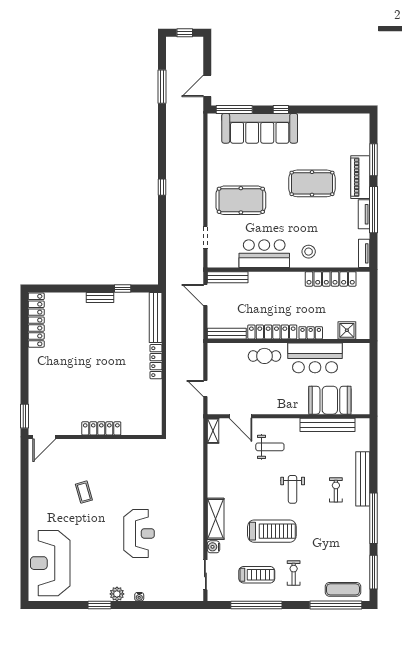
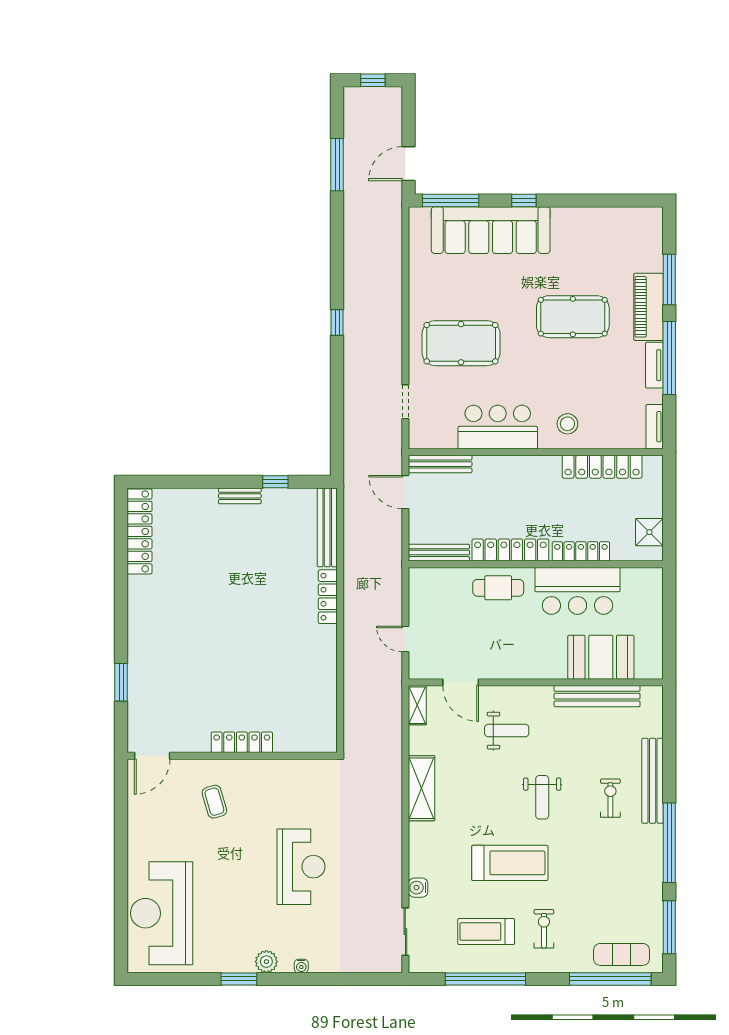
shower: (347, 330) -> (649, 532), moved
locker: (311, 333) -> (581, 551), width x1.53
locker: (101, 428) -> (242, 742), moved
door: (44, 437) -> (152, 756), moved
wall: (95, 437) -> (232, 756), moved
shelving: (216, 519) -> (421, 788), moved
treadmill: (257, 575) -> (486, 931), turned 180

